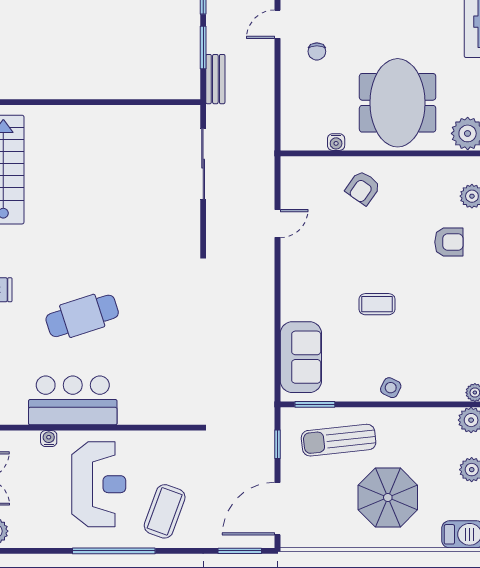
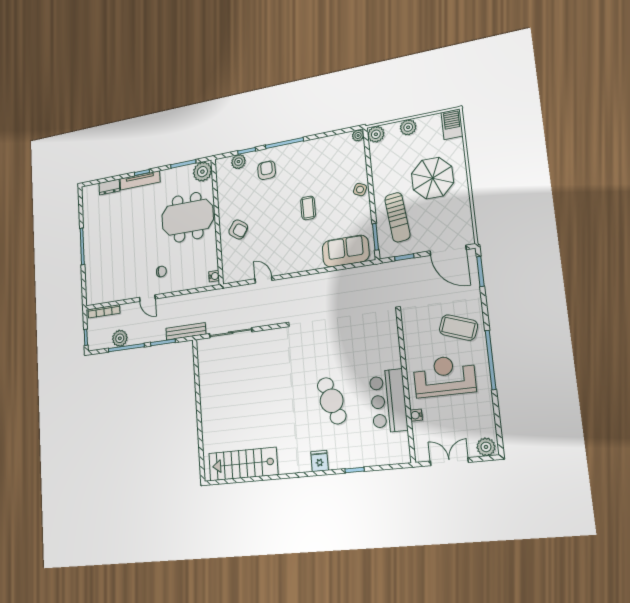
bench: (215, 79) -> (186, 331), width x1.36
water cooler: (336, 142) -> (214, 276), moved

